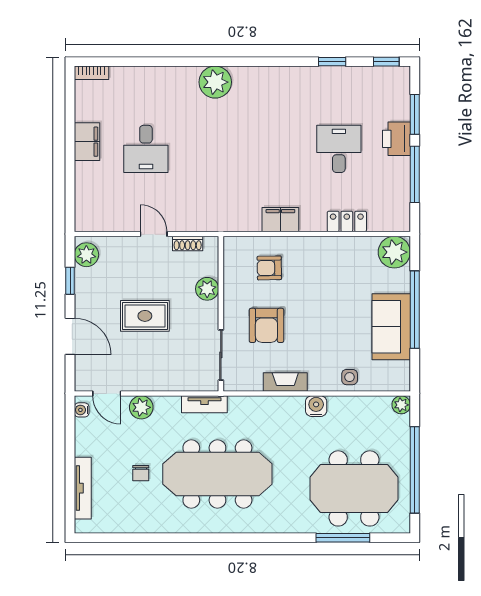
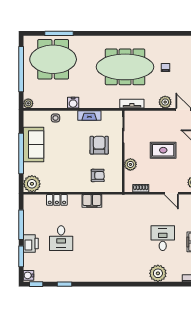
water cooler: (401, 78) -> (28, 275), added
plant: (215, 82) -> (158, 273), moved
door: (154, 234) -> (171, 193), moved

